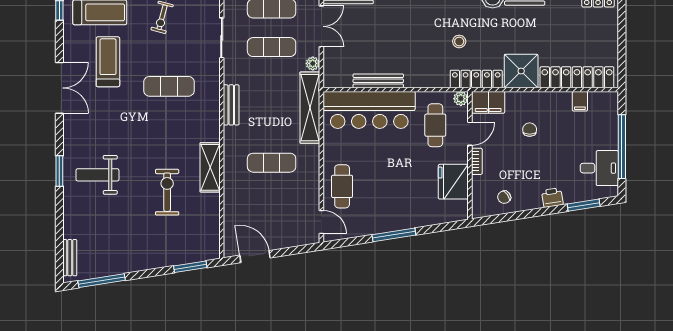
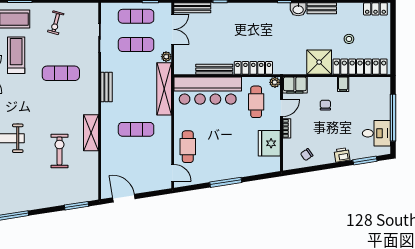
stool: (459, 41) -> (349, 39), moved
locker: (476, 79) -> (253, 68), moved
filing cabinet: (580, 101) -> (343, 84), moved

